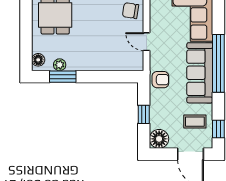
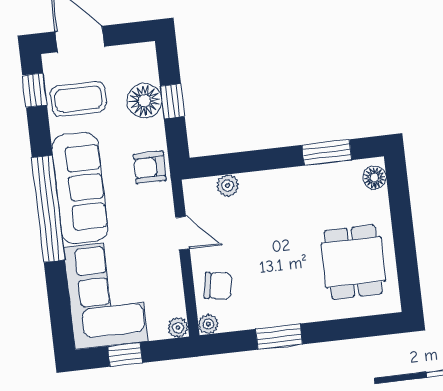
plant: (60, 65) -> (228, 186), moved
coffee table: (195, 122) -> (79, 99), width x1.36, depth x1.30
floor lamp: (159, 139) -> (144, 101), moved

